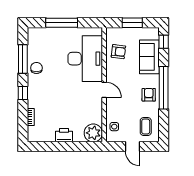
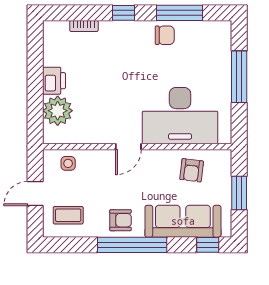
sofa: (149, 57) -> (183, 221), width x1.36
plant: (93, 133) -> (58, 111), moved

